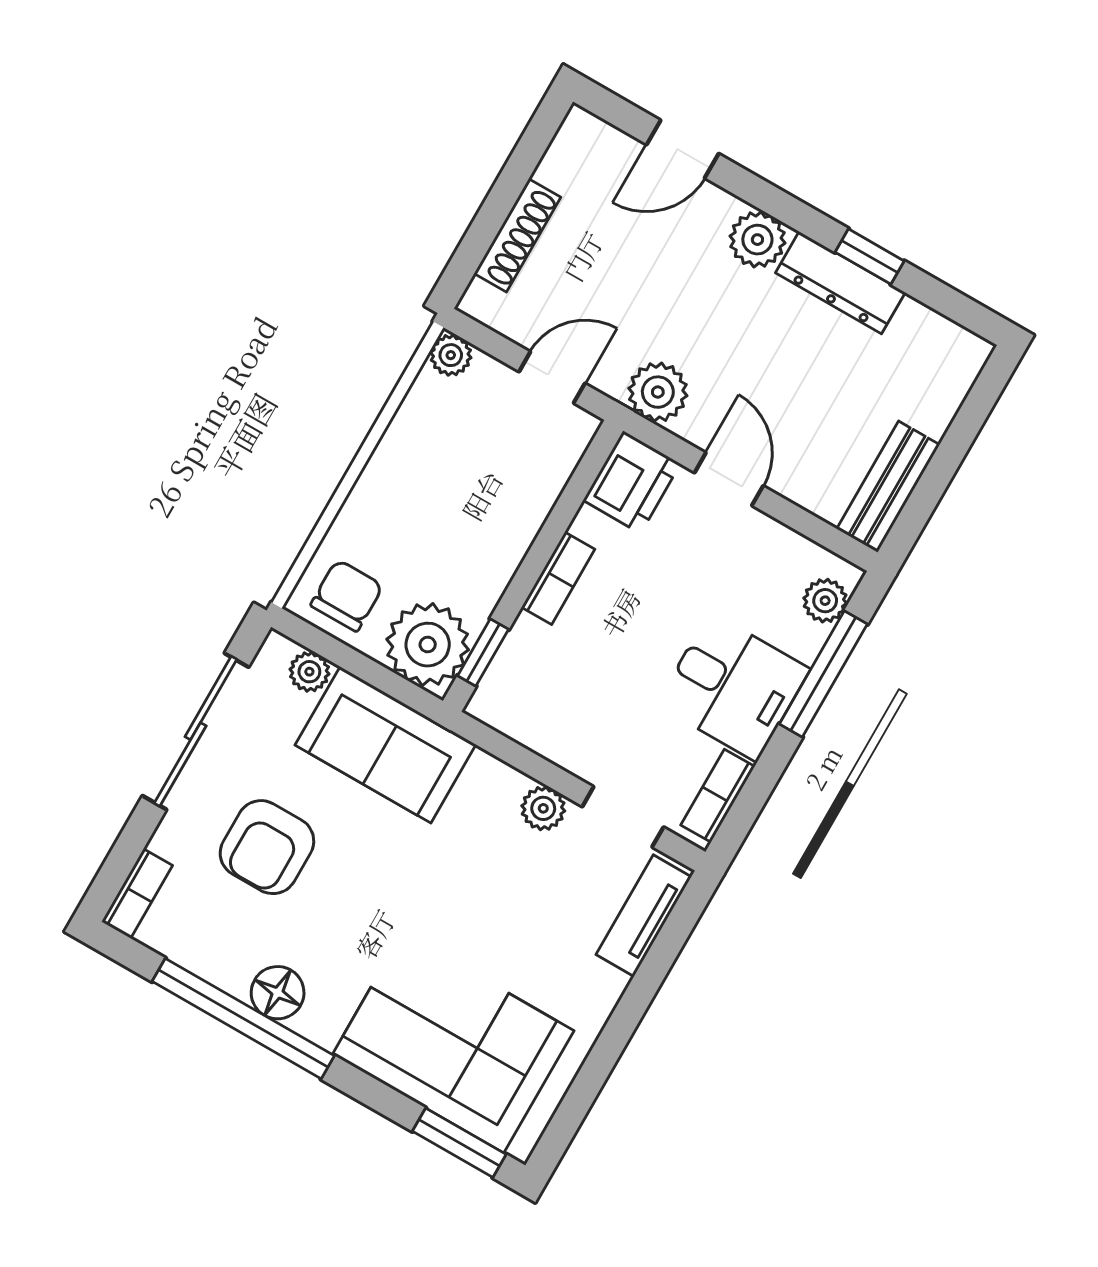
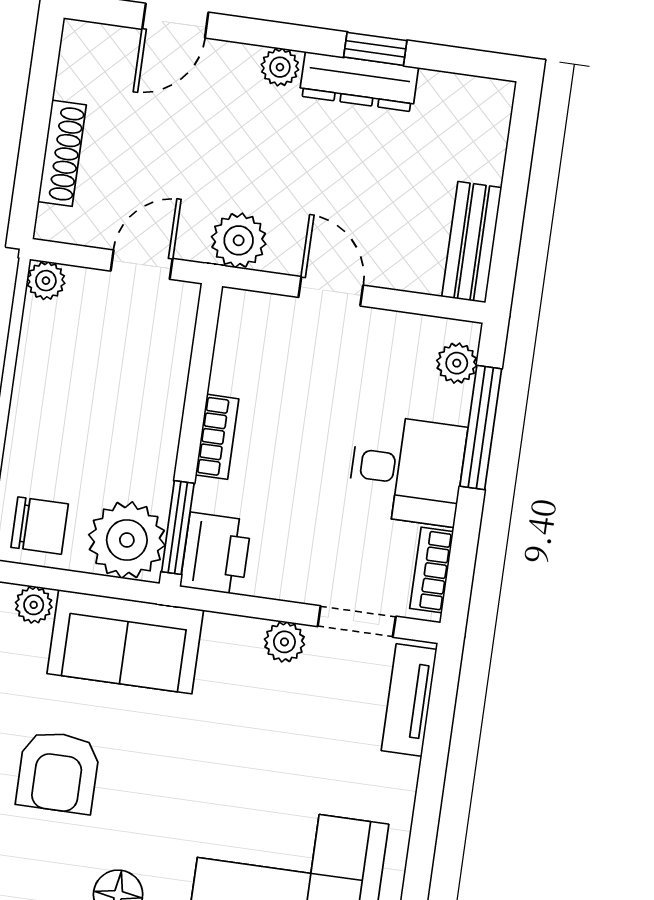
plant: (757, 240) -> (280, 67), width x0.73, depth x0.73
printer: (632, 482) -> (216, 554), moved
chair: (347, 595) -> (40, 526), turned 90
window: (483, 652) -> (178, 528), width x1.50

